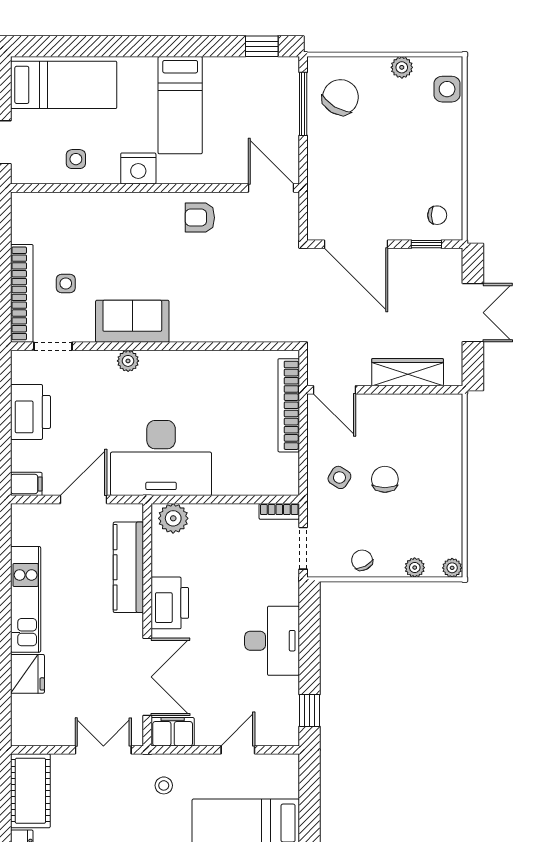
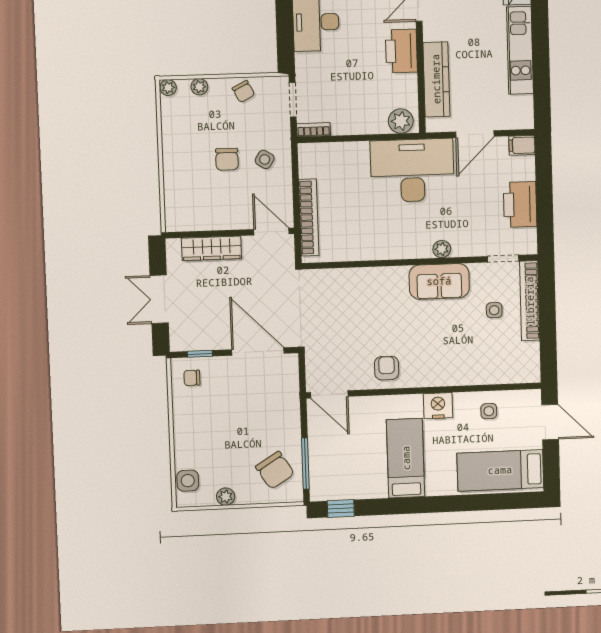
chair: (340, 97) -> (275, 470), turned -63
armchair: (200, 218) -> (387, 368), turned -90

